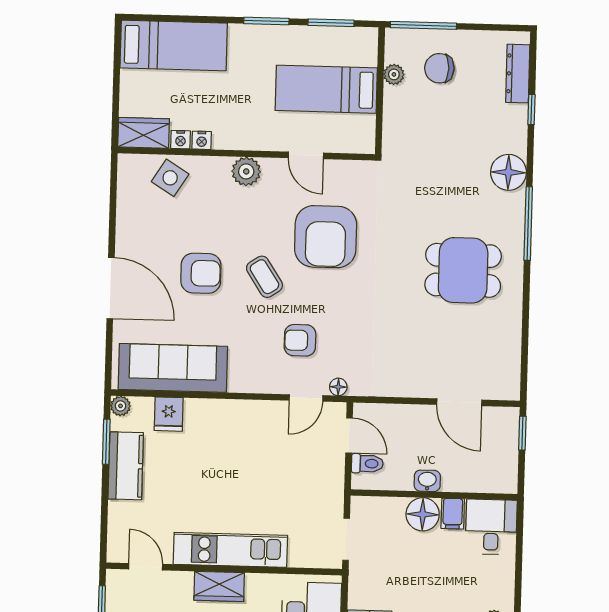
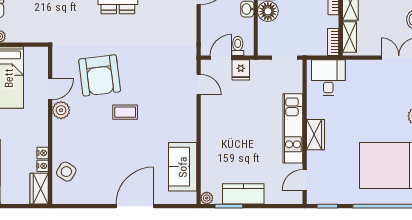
plant: (246, 171) -> (61, 110), moved
armchair: (326, 237) -> (100, 75), turned 83
armchair: (201, 273) -> (124, 151), removed
coffee table: (264, 277) -> (125, 112), turned 33
armchair: (300, 340) -> (163, 89), removed
sofa: (173, 368) -> (183, 167), width x0.73
floor lamp: (338, 387) -> (191, 65), removed
fridge: (169, 414) -> (241, 70), moved, turned 90

